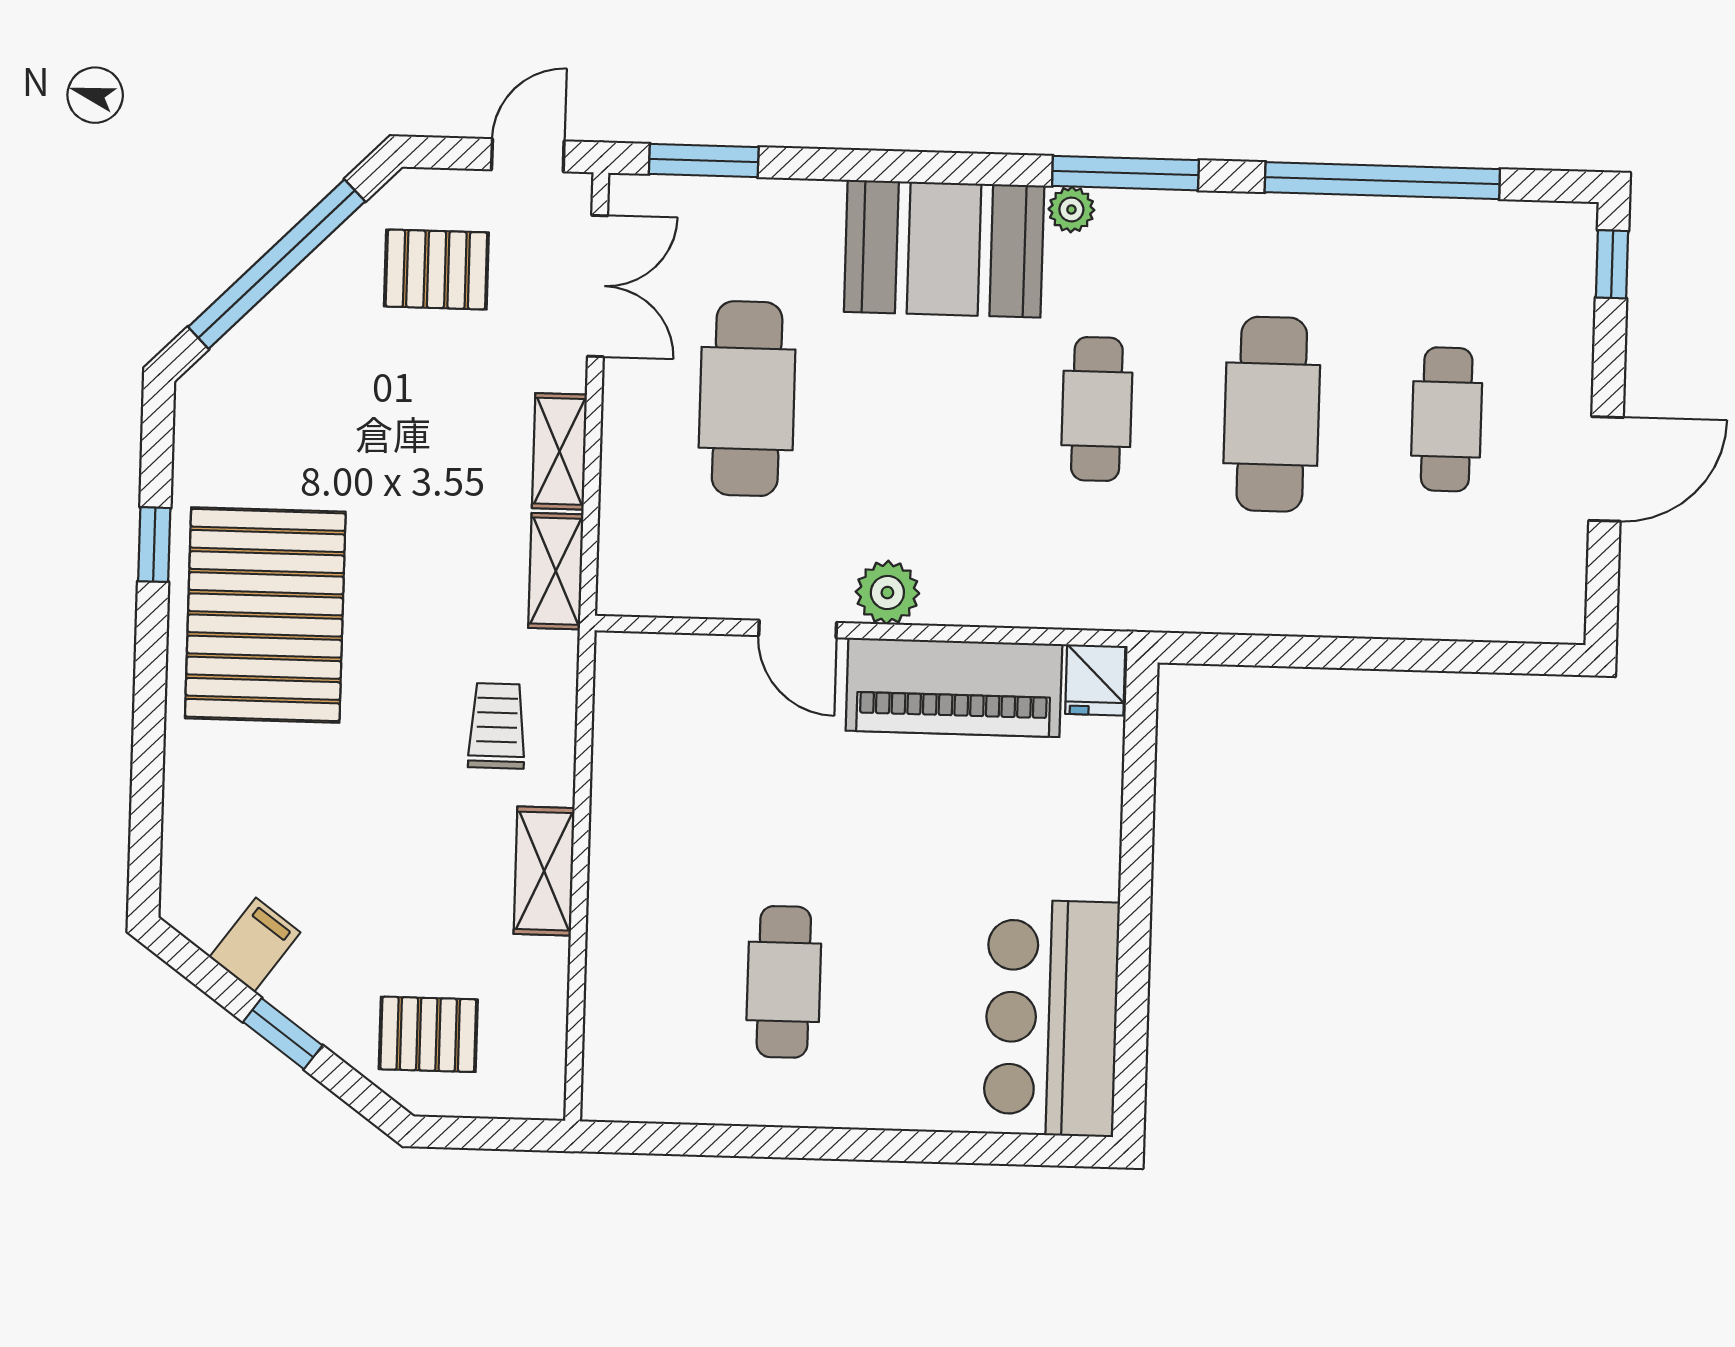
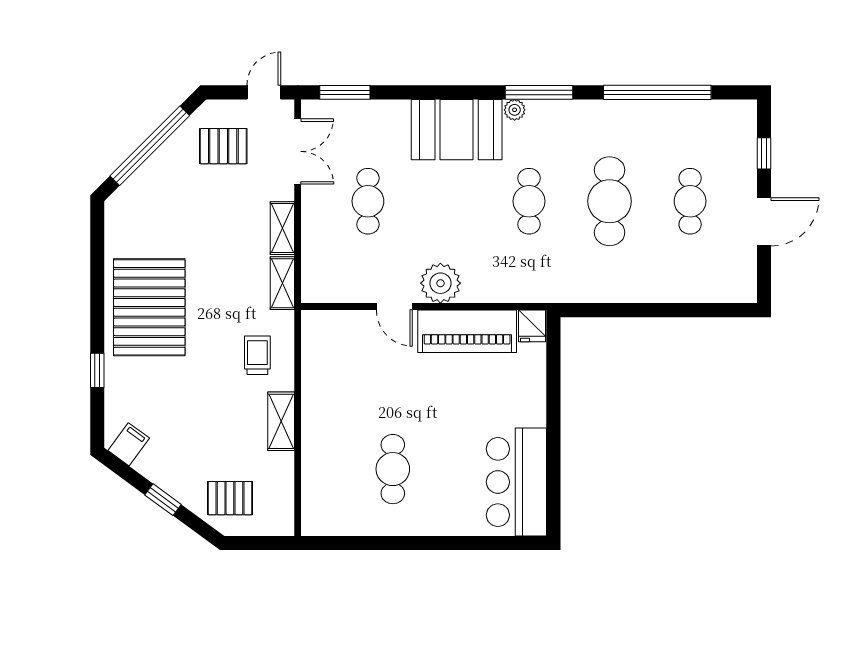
window: (1612, 264) -> (764, 153), moved
cafe table: (747, 399) -> (368, 201), width x0.73, depth x0.74
window: (154, 545) -> (97, 370), moved
plant: (887, 593) -> (440, 283), width x1.36, depth x1.36
filing cabinet: (255, 945) -> (129, 444), moved

